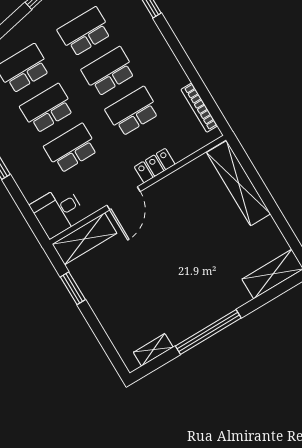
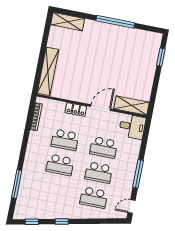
school desk: (85, 32) -> (55, 190), removed
window: (73, 288) -> (161, 57), moved
shelving: (153, 350) -> (144, 35), removed

